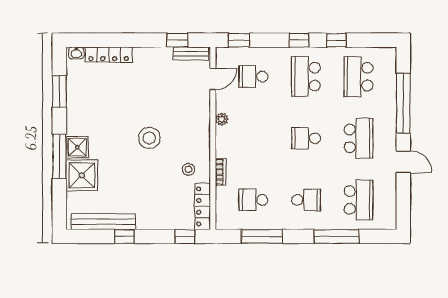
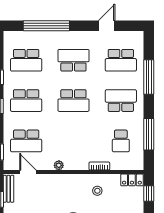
school desk: (253, 77) -> (26, 141), width x1.85
school desk: (306, 138) -> (73, 101), width x1.85
door: (403, 162) -> (107, 26), moved
school desk: (306, 200) -> (121, 101), width x1.85
school desk: (359, 200) -> (121, 60), turned 180
locker: (203, 206) -> (132, 180), width x0.66

